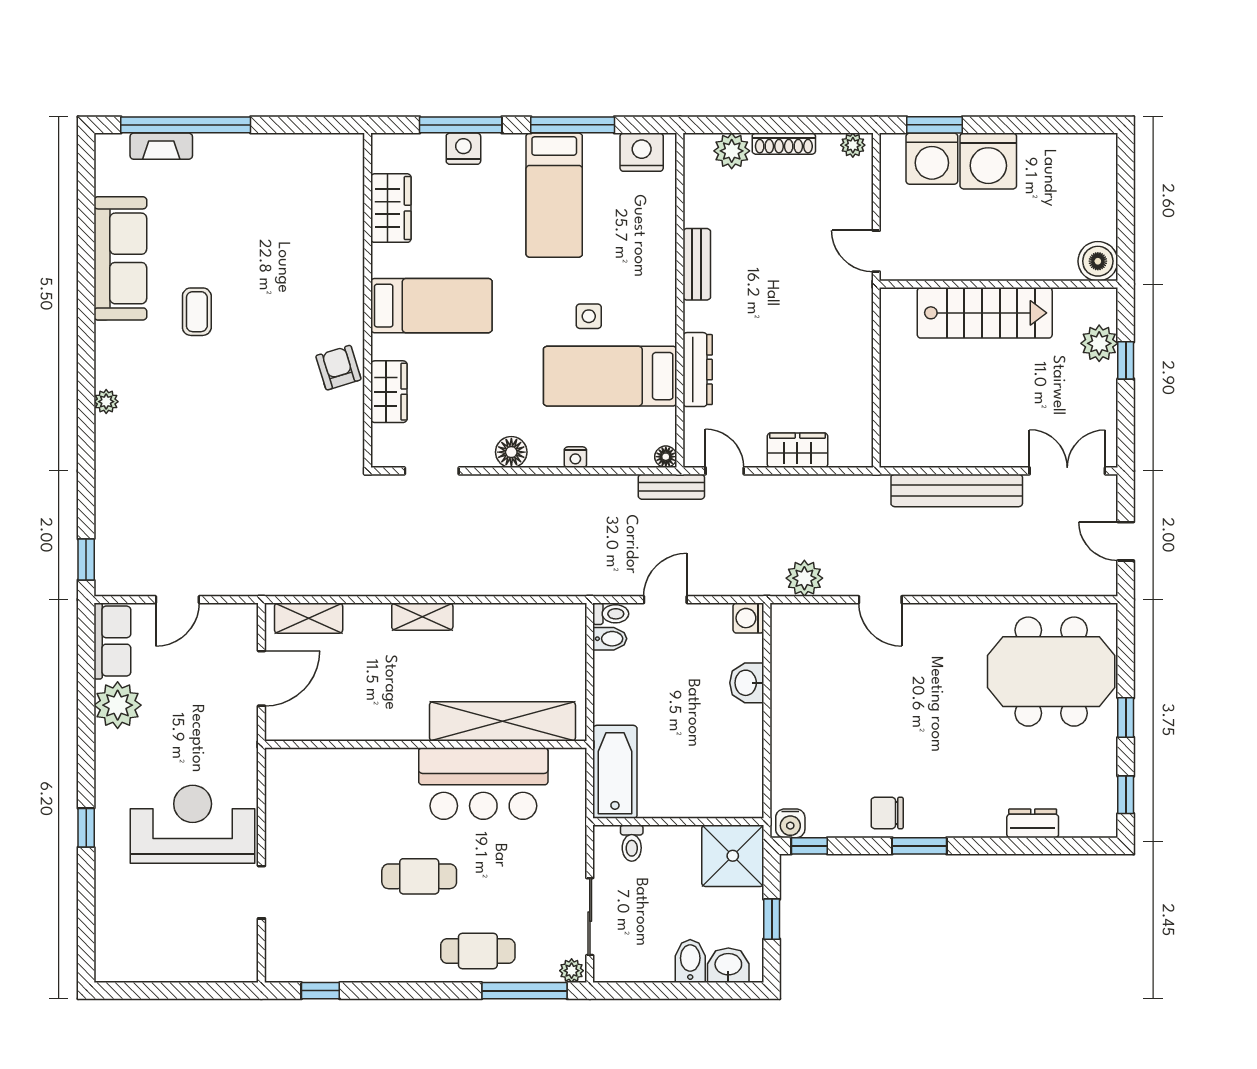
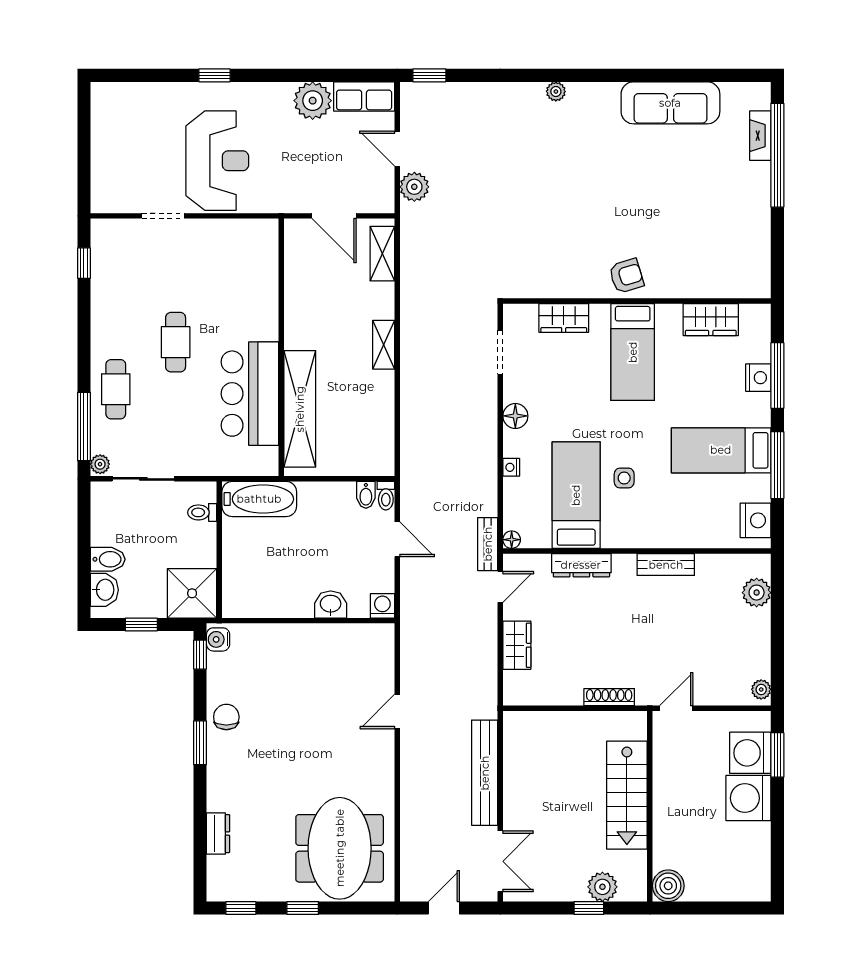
shoe rack: (784, 144) -> (609, 697), moved, turned 90
coffee table: (197, 312) -> (628, 164), removed
armchair: (338, 368) -> (626, 276), moved
plant: (804, 578) -> (414, 187), moved

